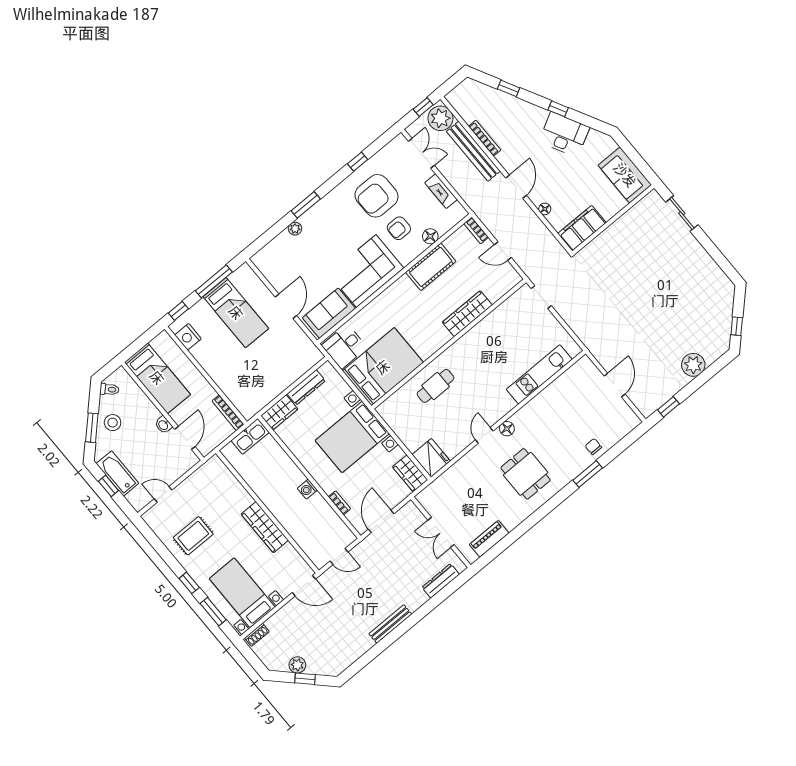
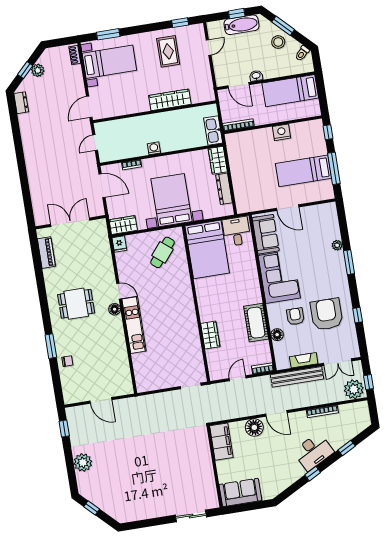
desk: (564, 135) -> (313, 452), moved
bench: (473, 151) -> (297, 377), moved
floor lamp: (545, 209) -> (254, 427), width x1.89, depth x1.89
wardrobe: (467, 314) -> (210, 335), width x0.67
nightstand: (188, 337) -> (282, 132), moved
kitchen unit: (539, 374) -> (134, 325), moved
cafe table: (436, 386) -> (163, 252), moved, turned 40
fridge: (431, 458) -> (119, 244), width x0.53, depth x0.75
wardrobe: (265, 527) -> (170, 100), moved
double door: (441, 532) -> (70, 222), width x1.37
dresser: (441, 581) -> (21, 103), moved, width x0.70
window: (189, 583) -> (180, 23), moved
bench: (390, 624) -> (28, 151), removed

